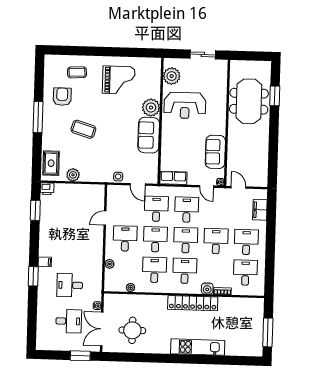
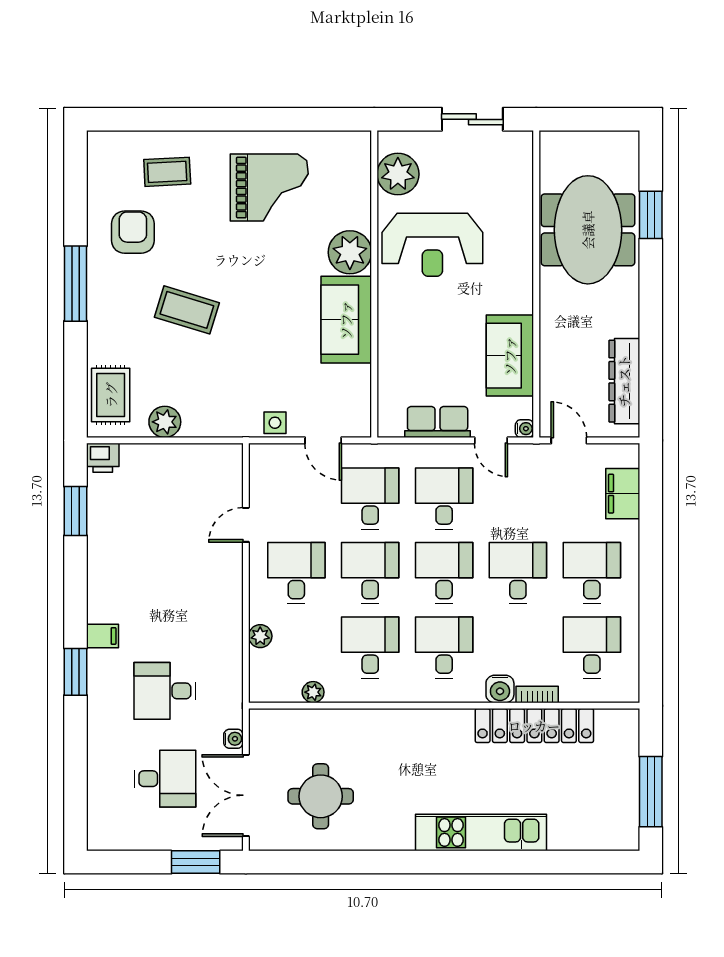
dresser: (262, 164) -> (624, 381), added
row of seats: (173, 178) -> (438, 422), moved
locker: (193, 303) -> (534, 726), moved

